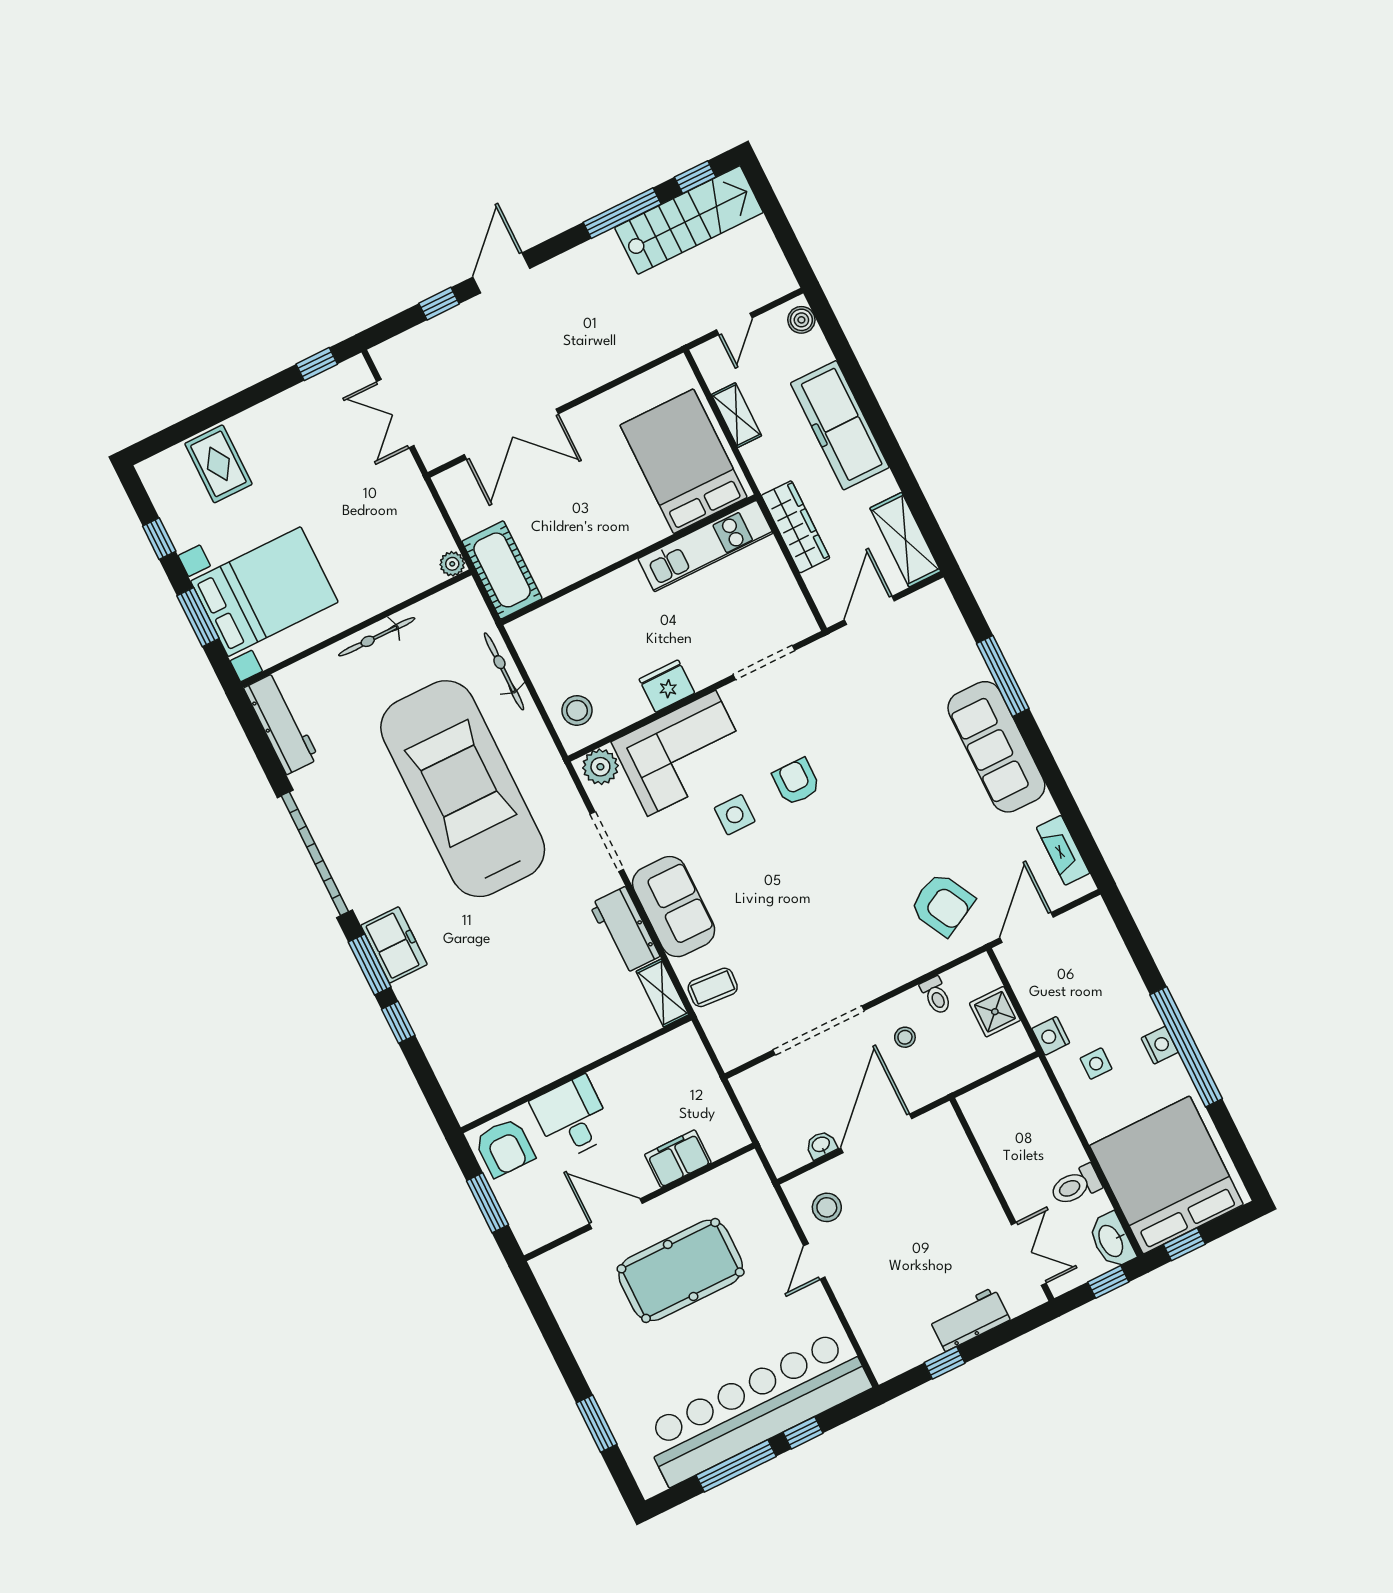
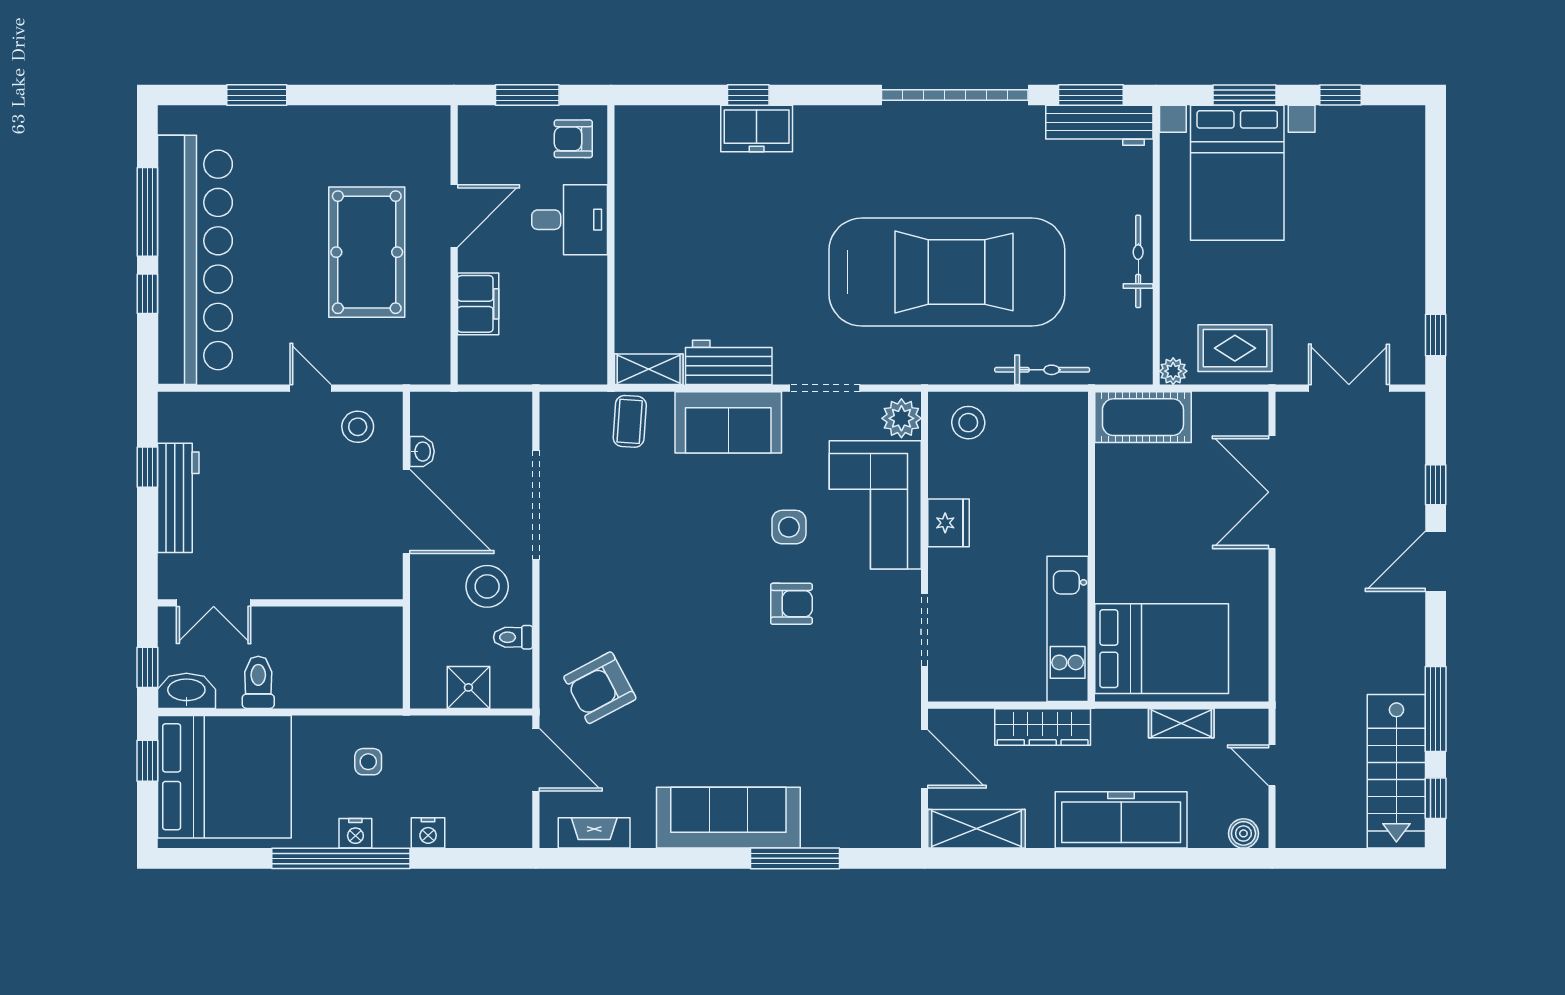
door: (501, 273) -> (1436, 561), swing flipped
rug: (218, 464) -> (1235, 348), moved
freezer: (394, 945) -> (757, 129), moved
window: (370, 964) -> (1091, 95), moved
nightstand: (1051, 1036) -> (428, 833), moved, turned 180
stool: (905, 1037) -> (487, 586), width x1.89, depth x1.89
armchair: (505, 1148) -> (573, 139), width x0.72, depth x0.72
workbench: (970, 1319) -> (178, 498), width x1.38

